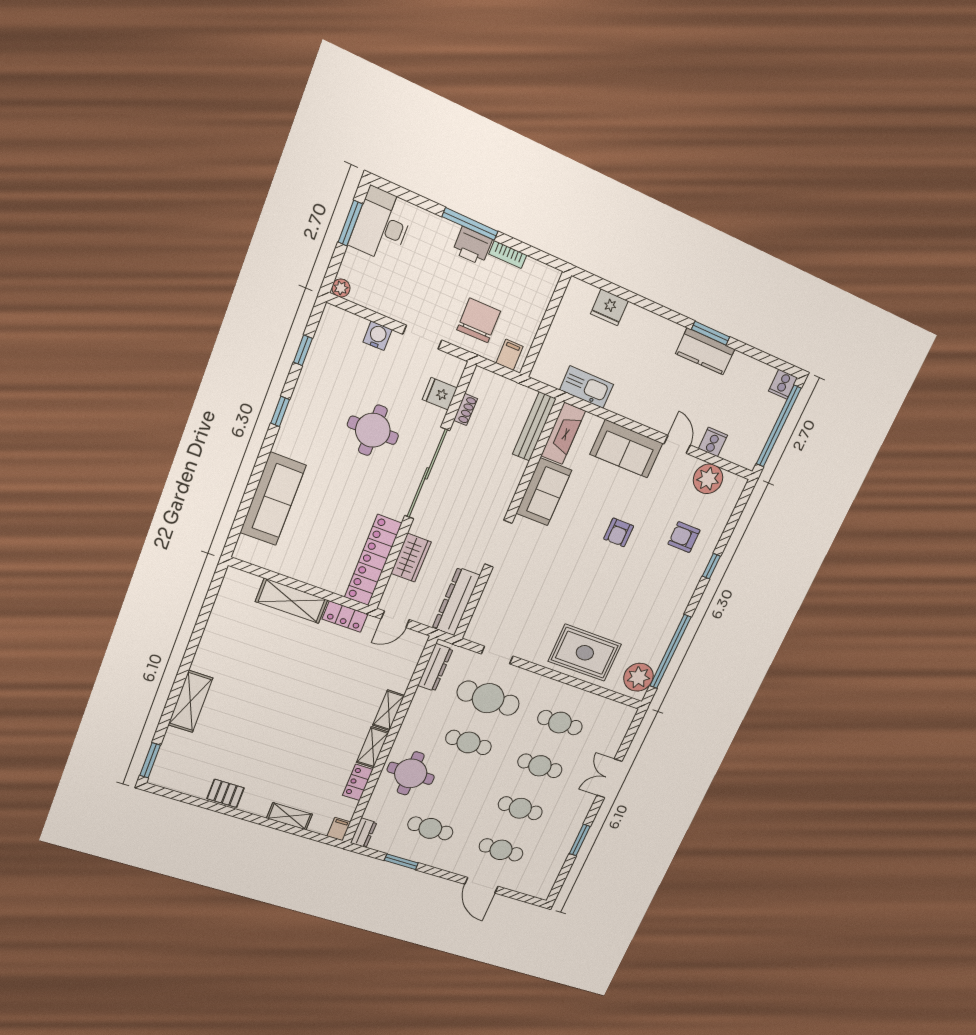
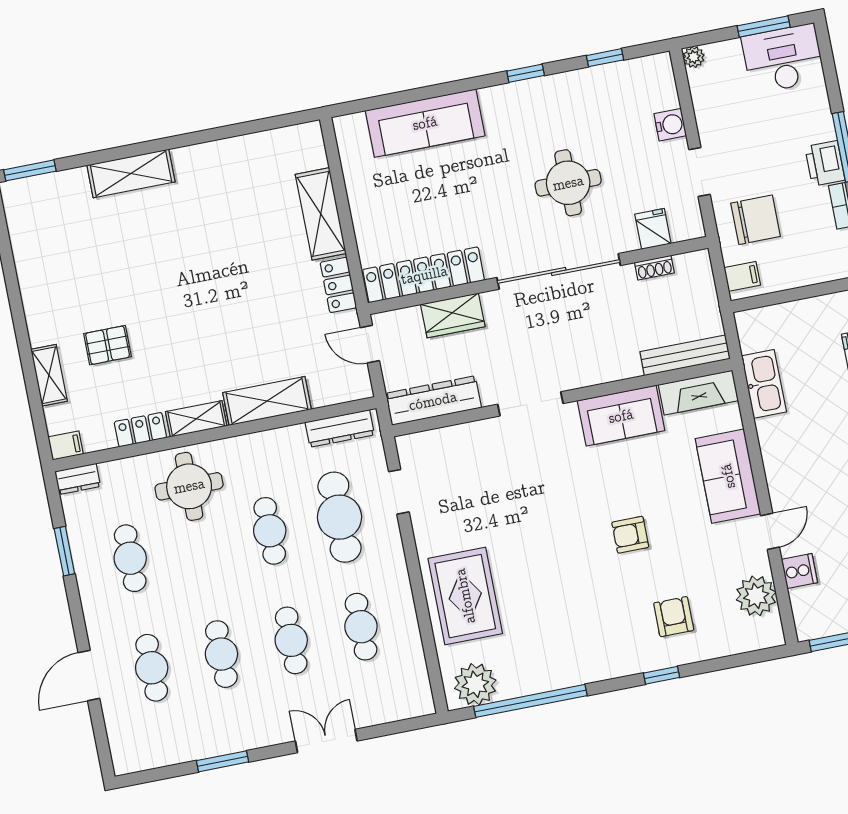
shelving: (389, 710) -> (267, 401), width x1.50, depth x1.33
pallet: (226, 793) -> (108, 345), moved, turned 90

